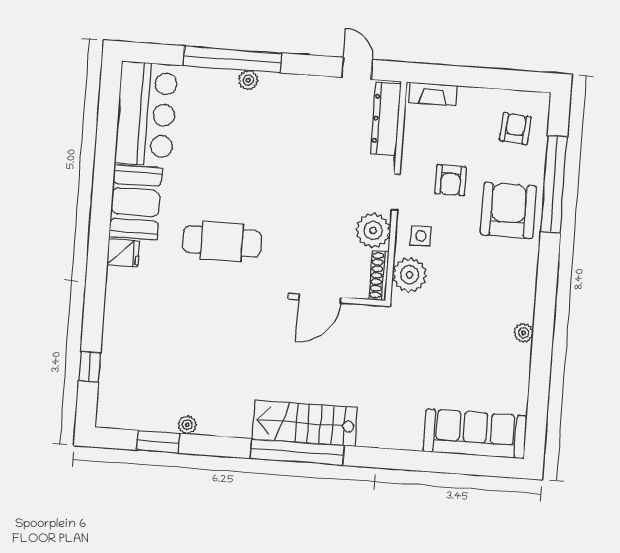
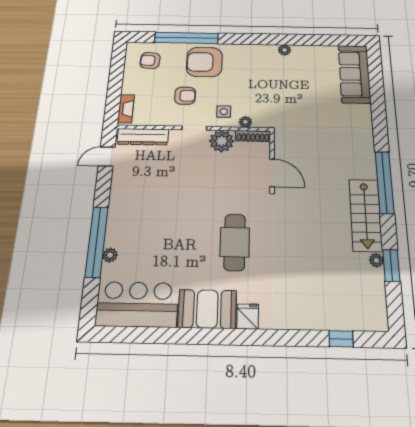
plant: (248, 80) -> (110, 255), moved
plant: (410, 275) -> (245, 122), width x0.53, depth x0.53
stairs: (305, 423) -> (366, 215), moved
window: (158, 442) -> (391, 265), moved

